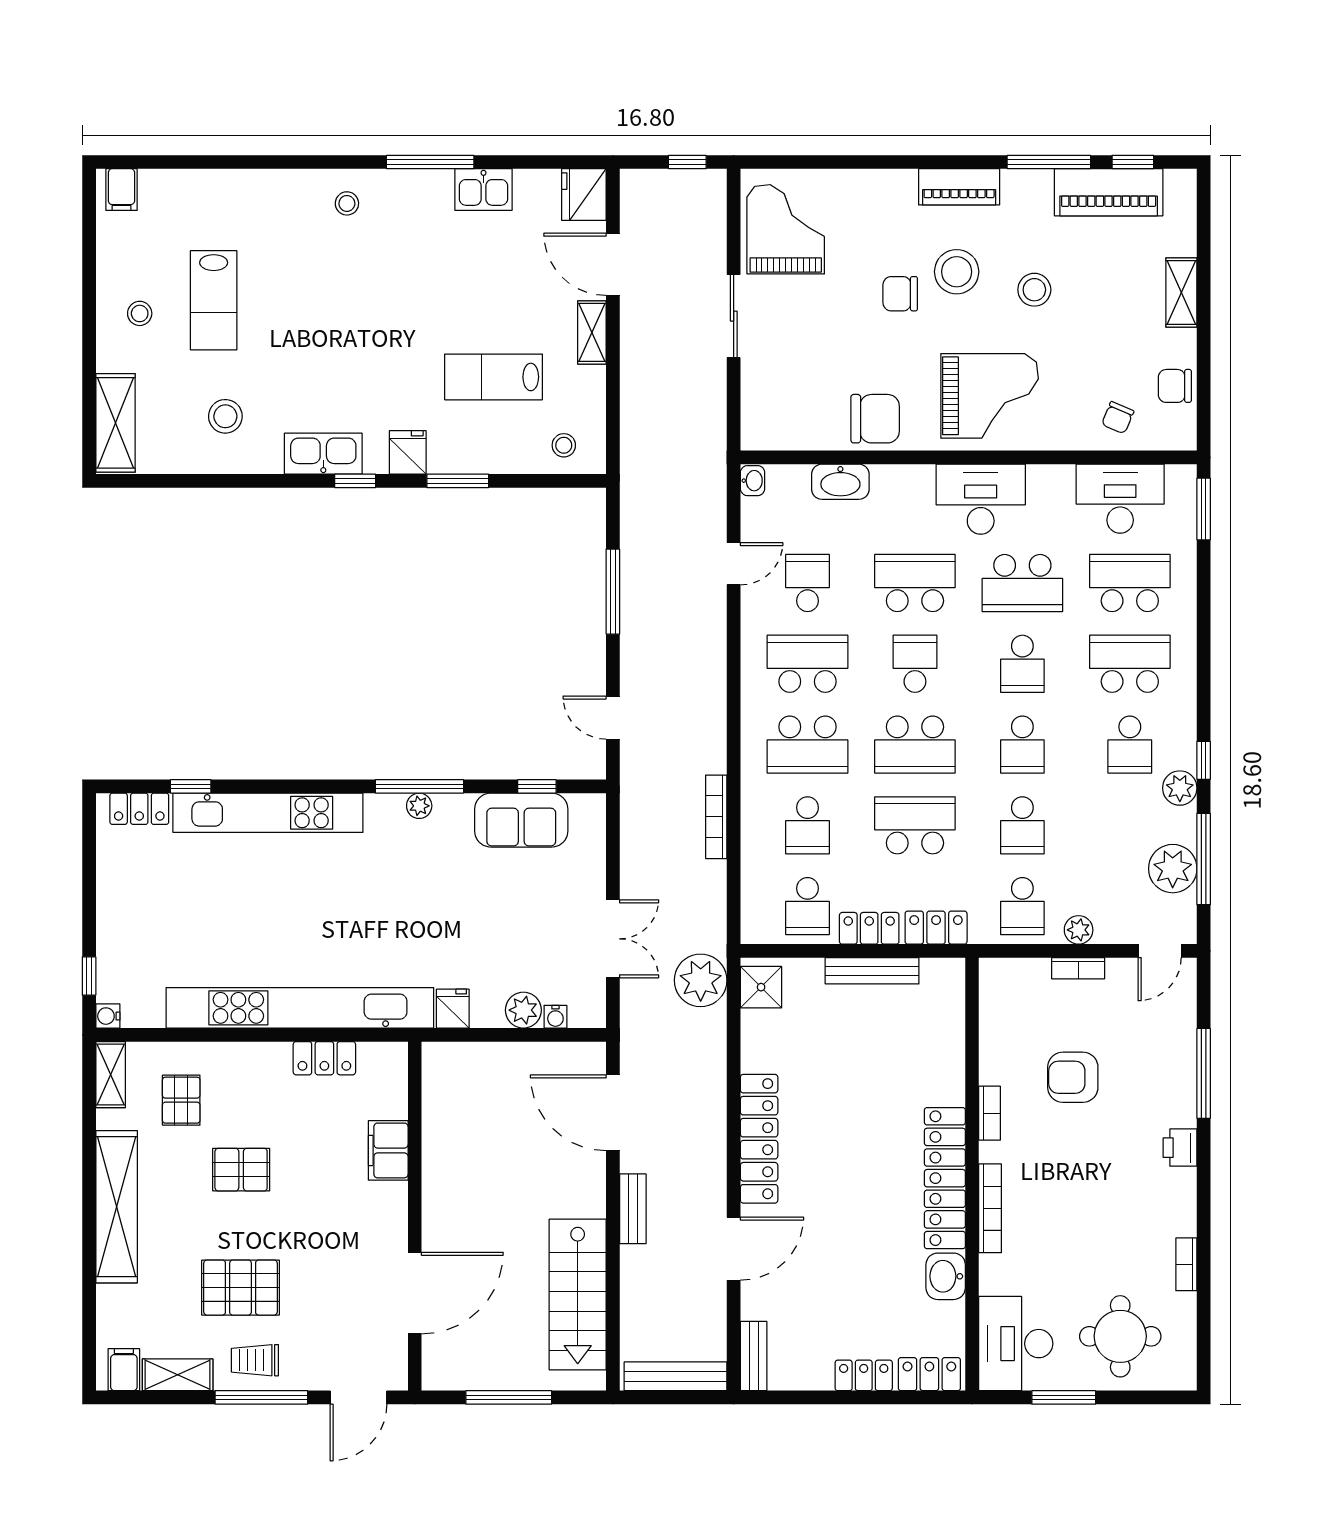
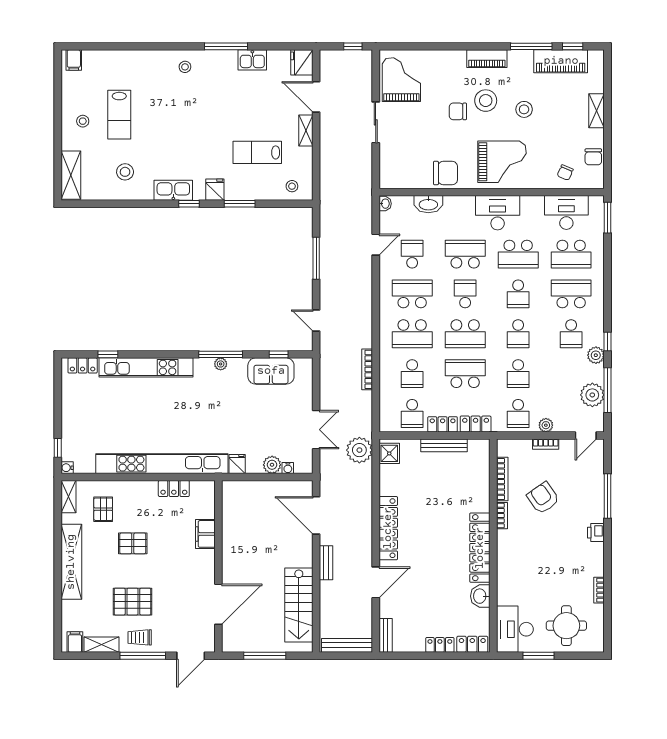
chair: (1175, 386) -> (593, 157), turned -90
school desk: (1130, 583) -> (571, 254), turned 180
armchair: (1073, 1077) -> (543, 498), turned 55
bookcase: (990, 1208) -> (502, 479), moved

